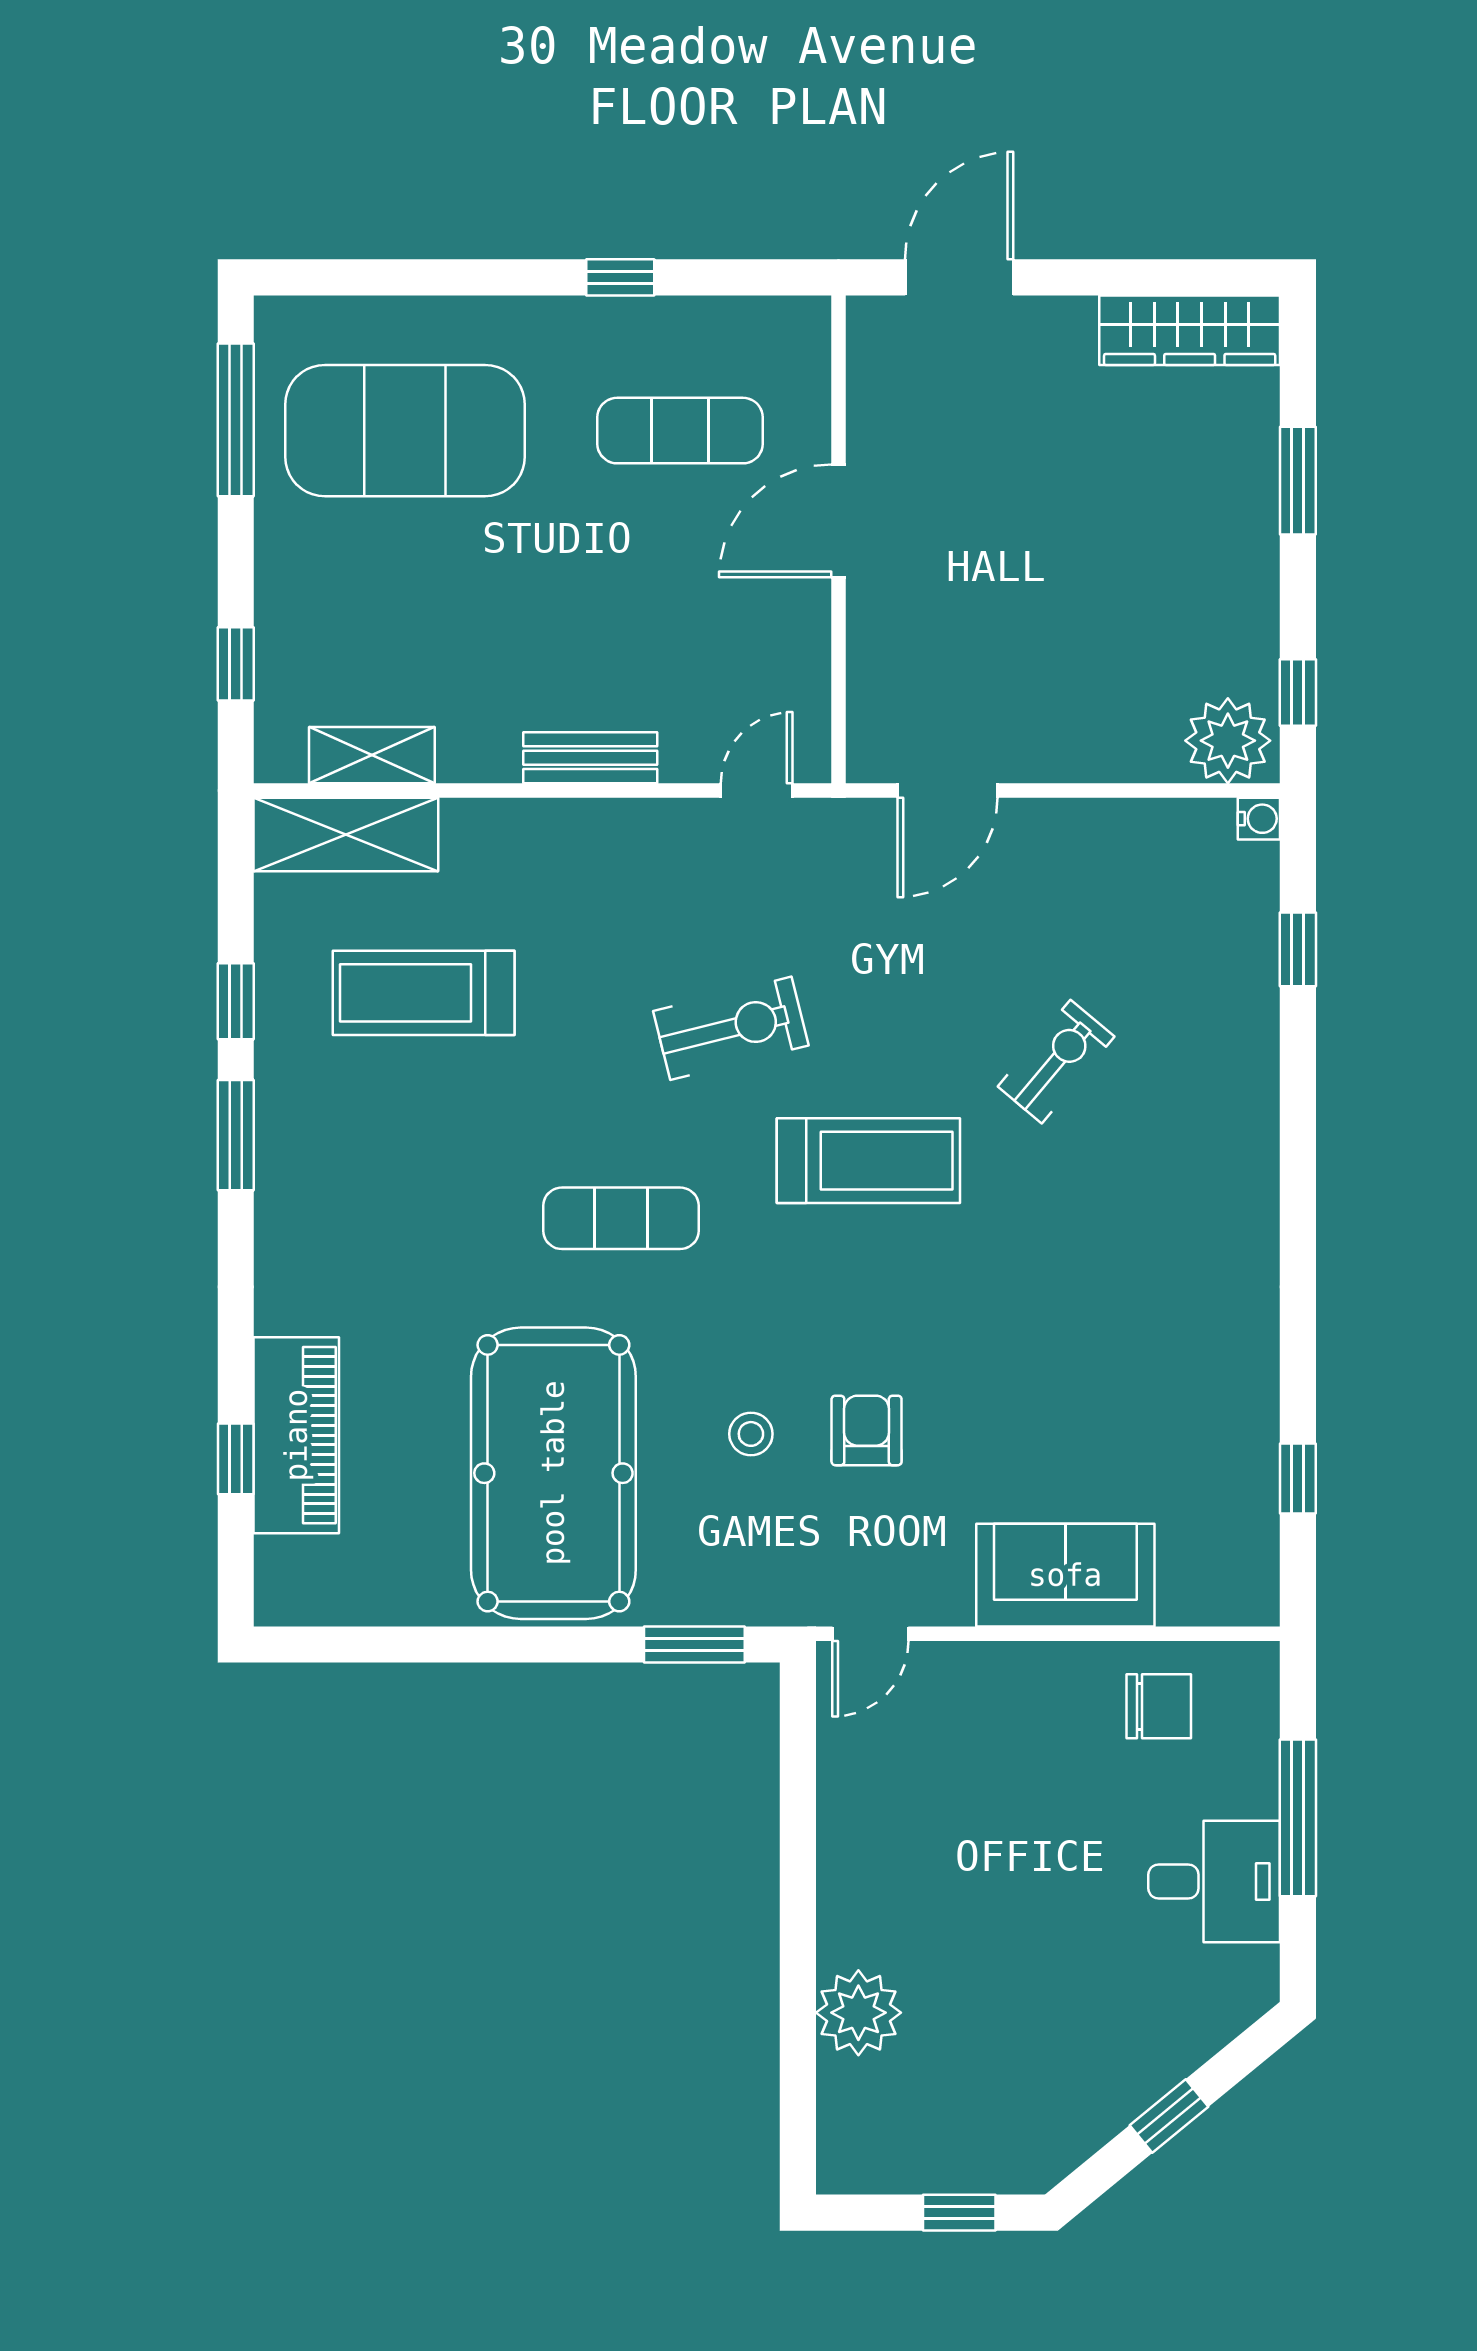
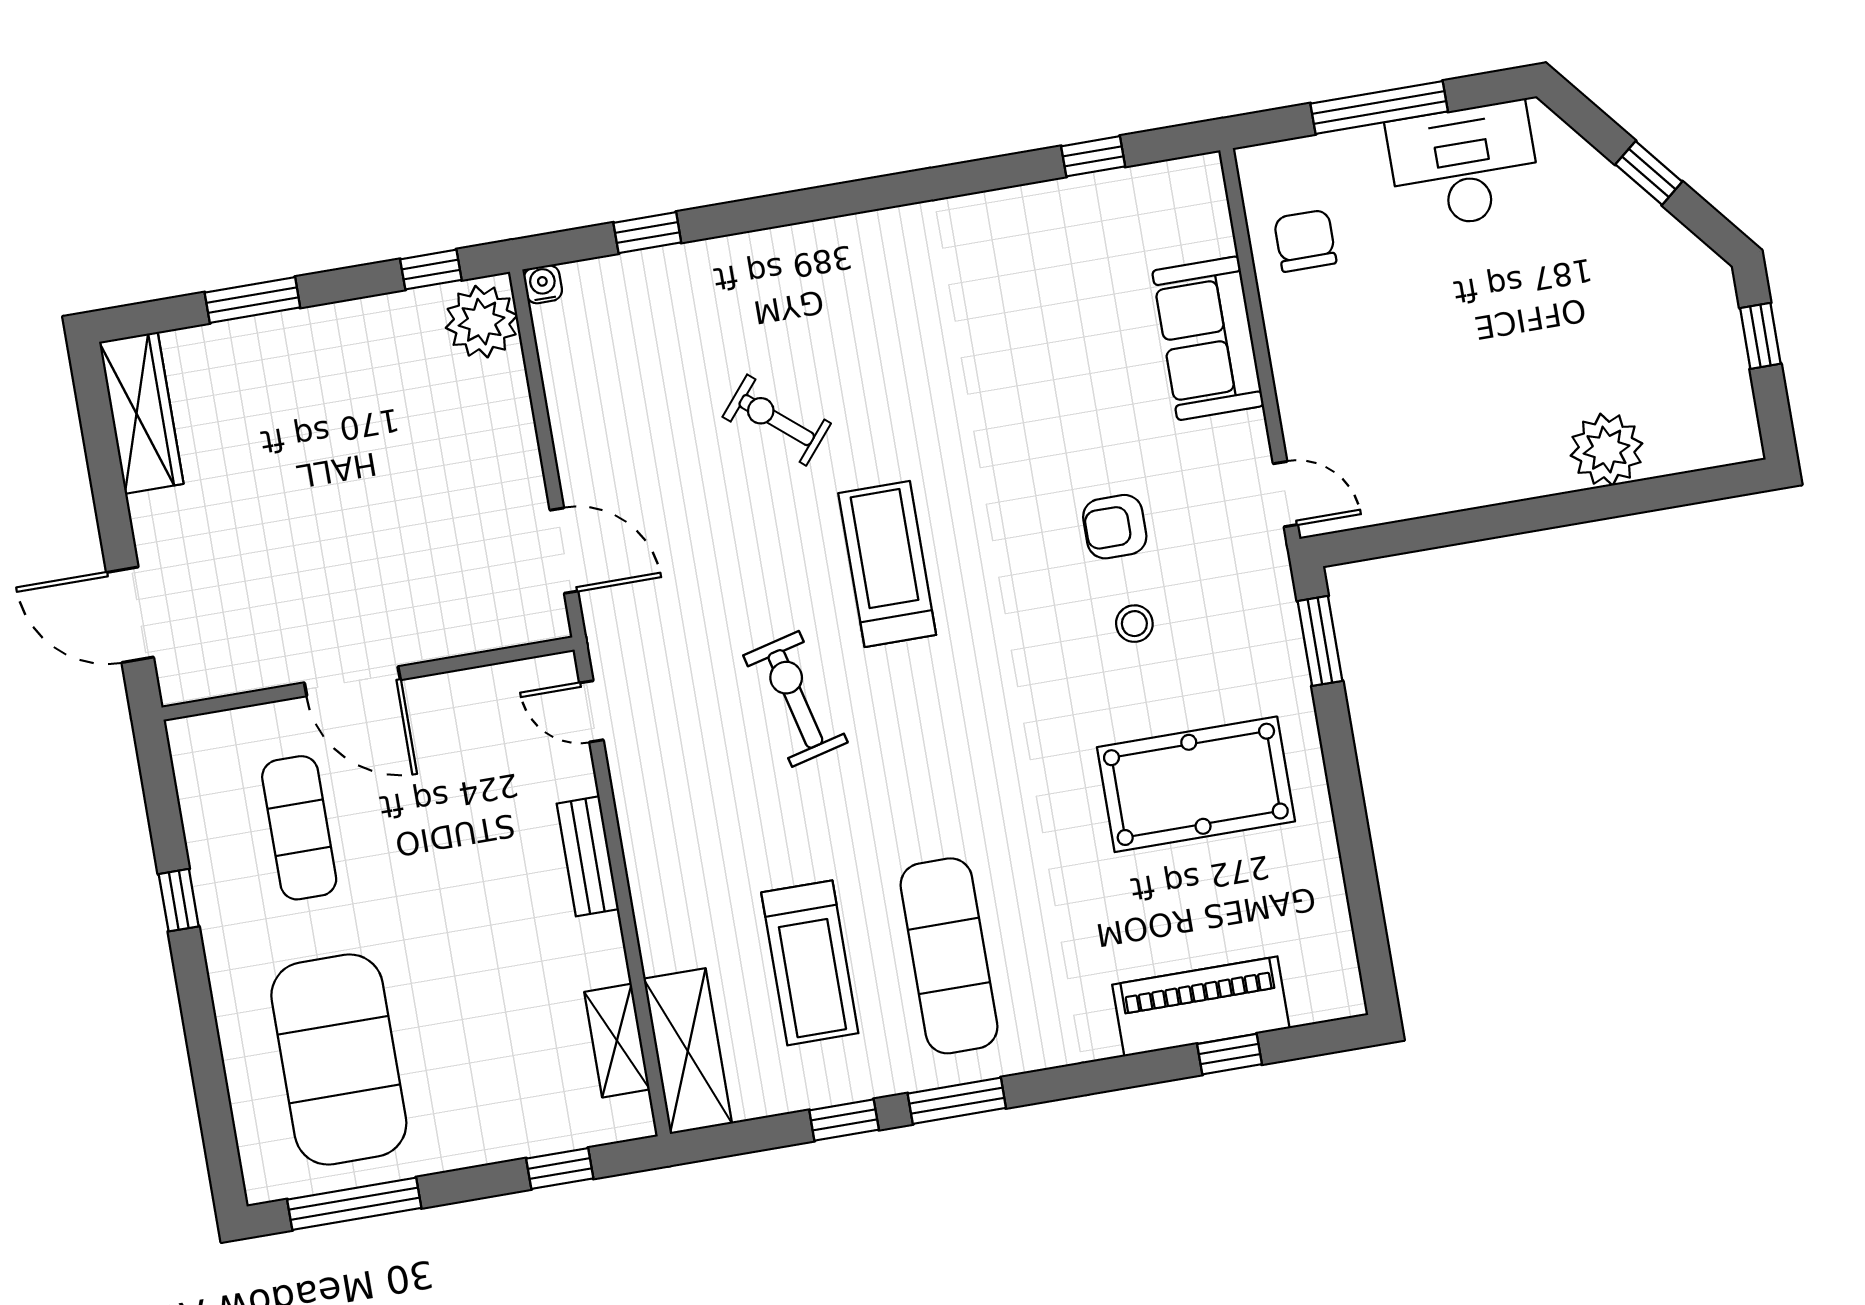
exercise mat: (621, 1218) -> (949, 956), moved, width x1.36, depth x1.45
pool table: (553, 1473) -> (1196, 784), width x0.73, depth x0.76
desk: (1214, 1882) -> (1464, 166), width x1.37

